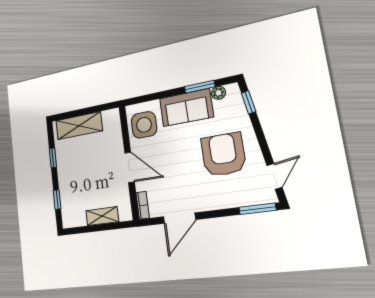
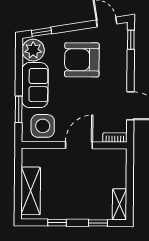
window: (200, 87) -> (19, 109), moved
plant: (218, 93) -> (33, 50), width x1.88, depth x1.88
window: (257, 209) -> (131, 40), width x0.67
shelving: (102, 216) -> (120, 204), moved

